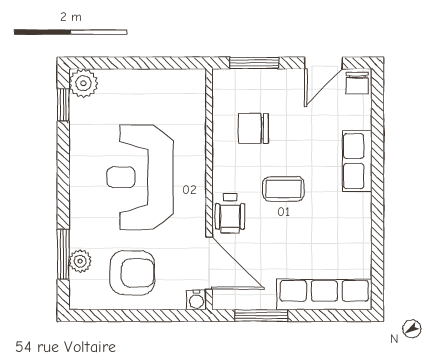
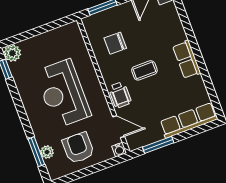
row of seats: (357, 161) -> (187, 59), moved
door: (209, 263) -> (119, 127), width x0.73
armchair: (132, 273) -> (78, 148), turned -90

